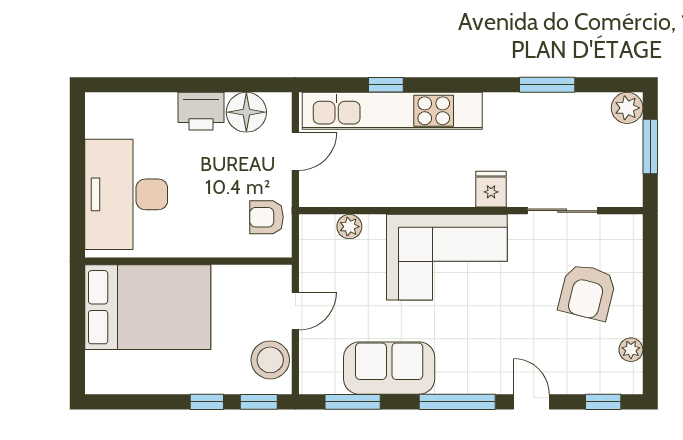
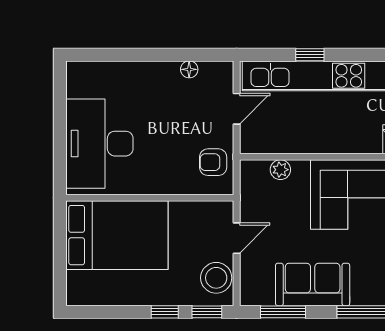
printer: (201, 111) -> (160, 76), removed
floor lamp: (246, 112) -> (189, 69), width x0.53, depth x0.53

